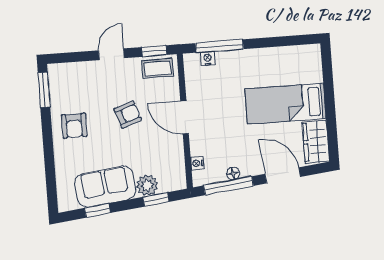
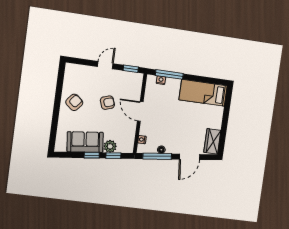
coffee table: (158, 68) -> (131, 79), removed
window: (44, 90) -> (61, 77), removed
bed: (285, 104) -> (203, 93), moved
armchair: (74, 126) -> (74, 102), turned -141
door: (283, 175) -> (189, 157), swing flipped
window: (97, 210) -> (92, 155), moved

